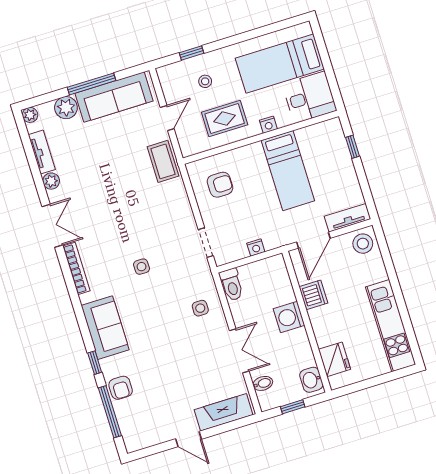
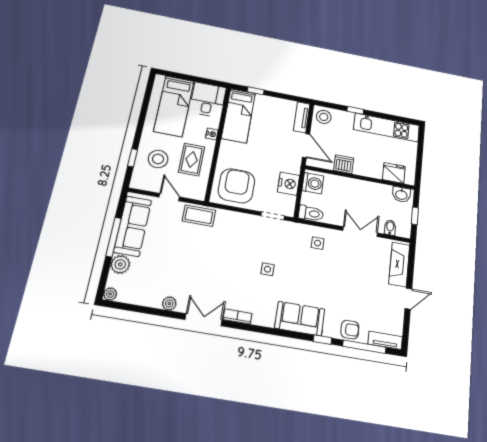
stool: (205, 81) -> (158, 159), width x1.89, depth x1.89
tv unit: (42, 152) -> (385, 340), moved
bed: (288, 171) -> (238, 116), moved, turned 90
armchair: (220, 185) -> (236, 186), width x1.88, depth x1.88
nightstand: (256, 247) -> (289, 184), width x1.89, depth x1.79
bookcase: (76, 268) -> (237, 316), width x0.64
window: (393, 278) -> (355, 110), added
washing machine: (289, 317) -> (313, 183), moved, turned -90

